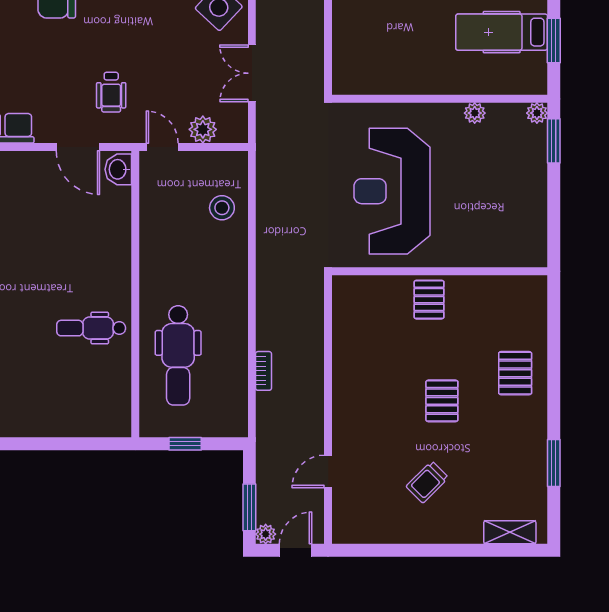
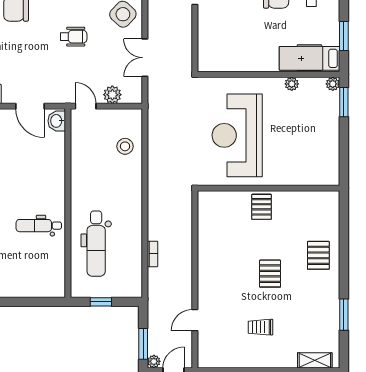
hospital bed: (502, 32) -> (309, 58), moved
wheelchair: (111, 92) -> (74, 37), moved, turned -90
trolley: (427, 482) -> (260, 327), turned 45

